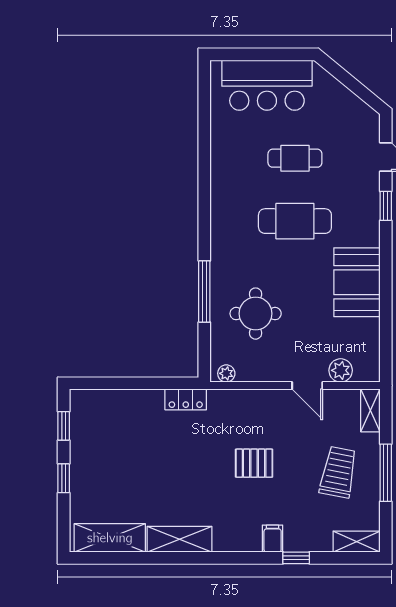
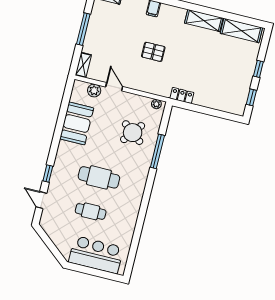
booth: (357, 282) -> (77, 123), moved
round table: (256, 314) -> (133, 133), turned 38
trolley: (338, 472) -> (109, 36), removed

